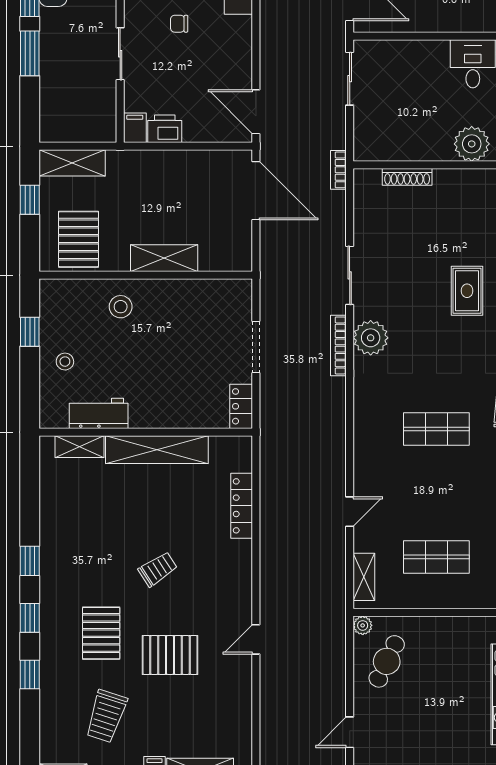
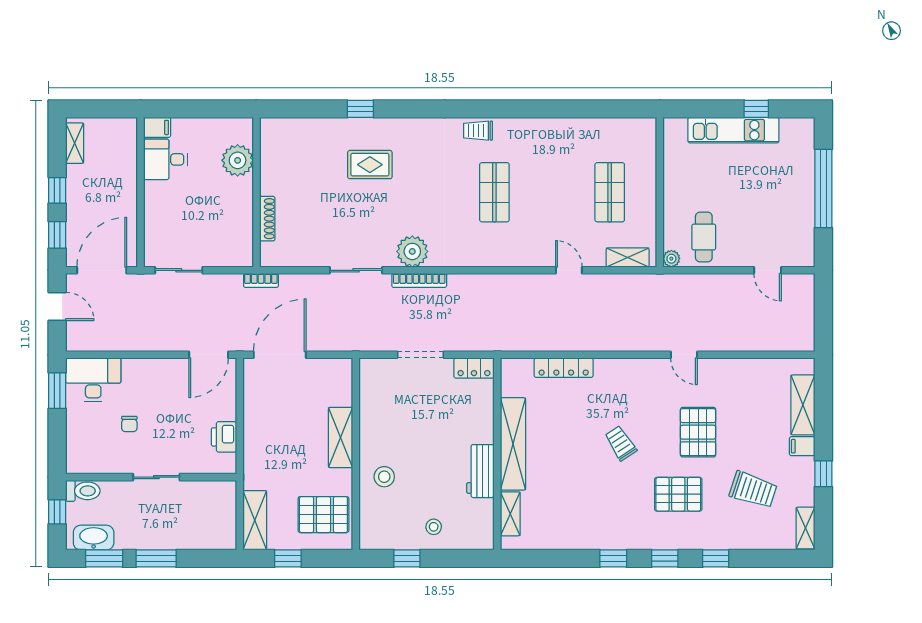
filing cabinet: (135, 128) -> (223, 464), removed
workbench: (99, 413) -> (480, 471), moved
cafe table: (387, 661) -> (704, 237), turned 64

